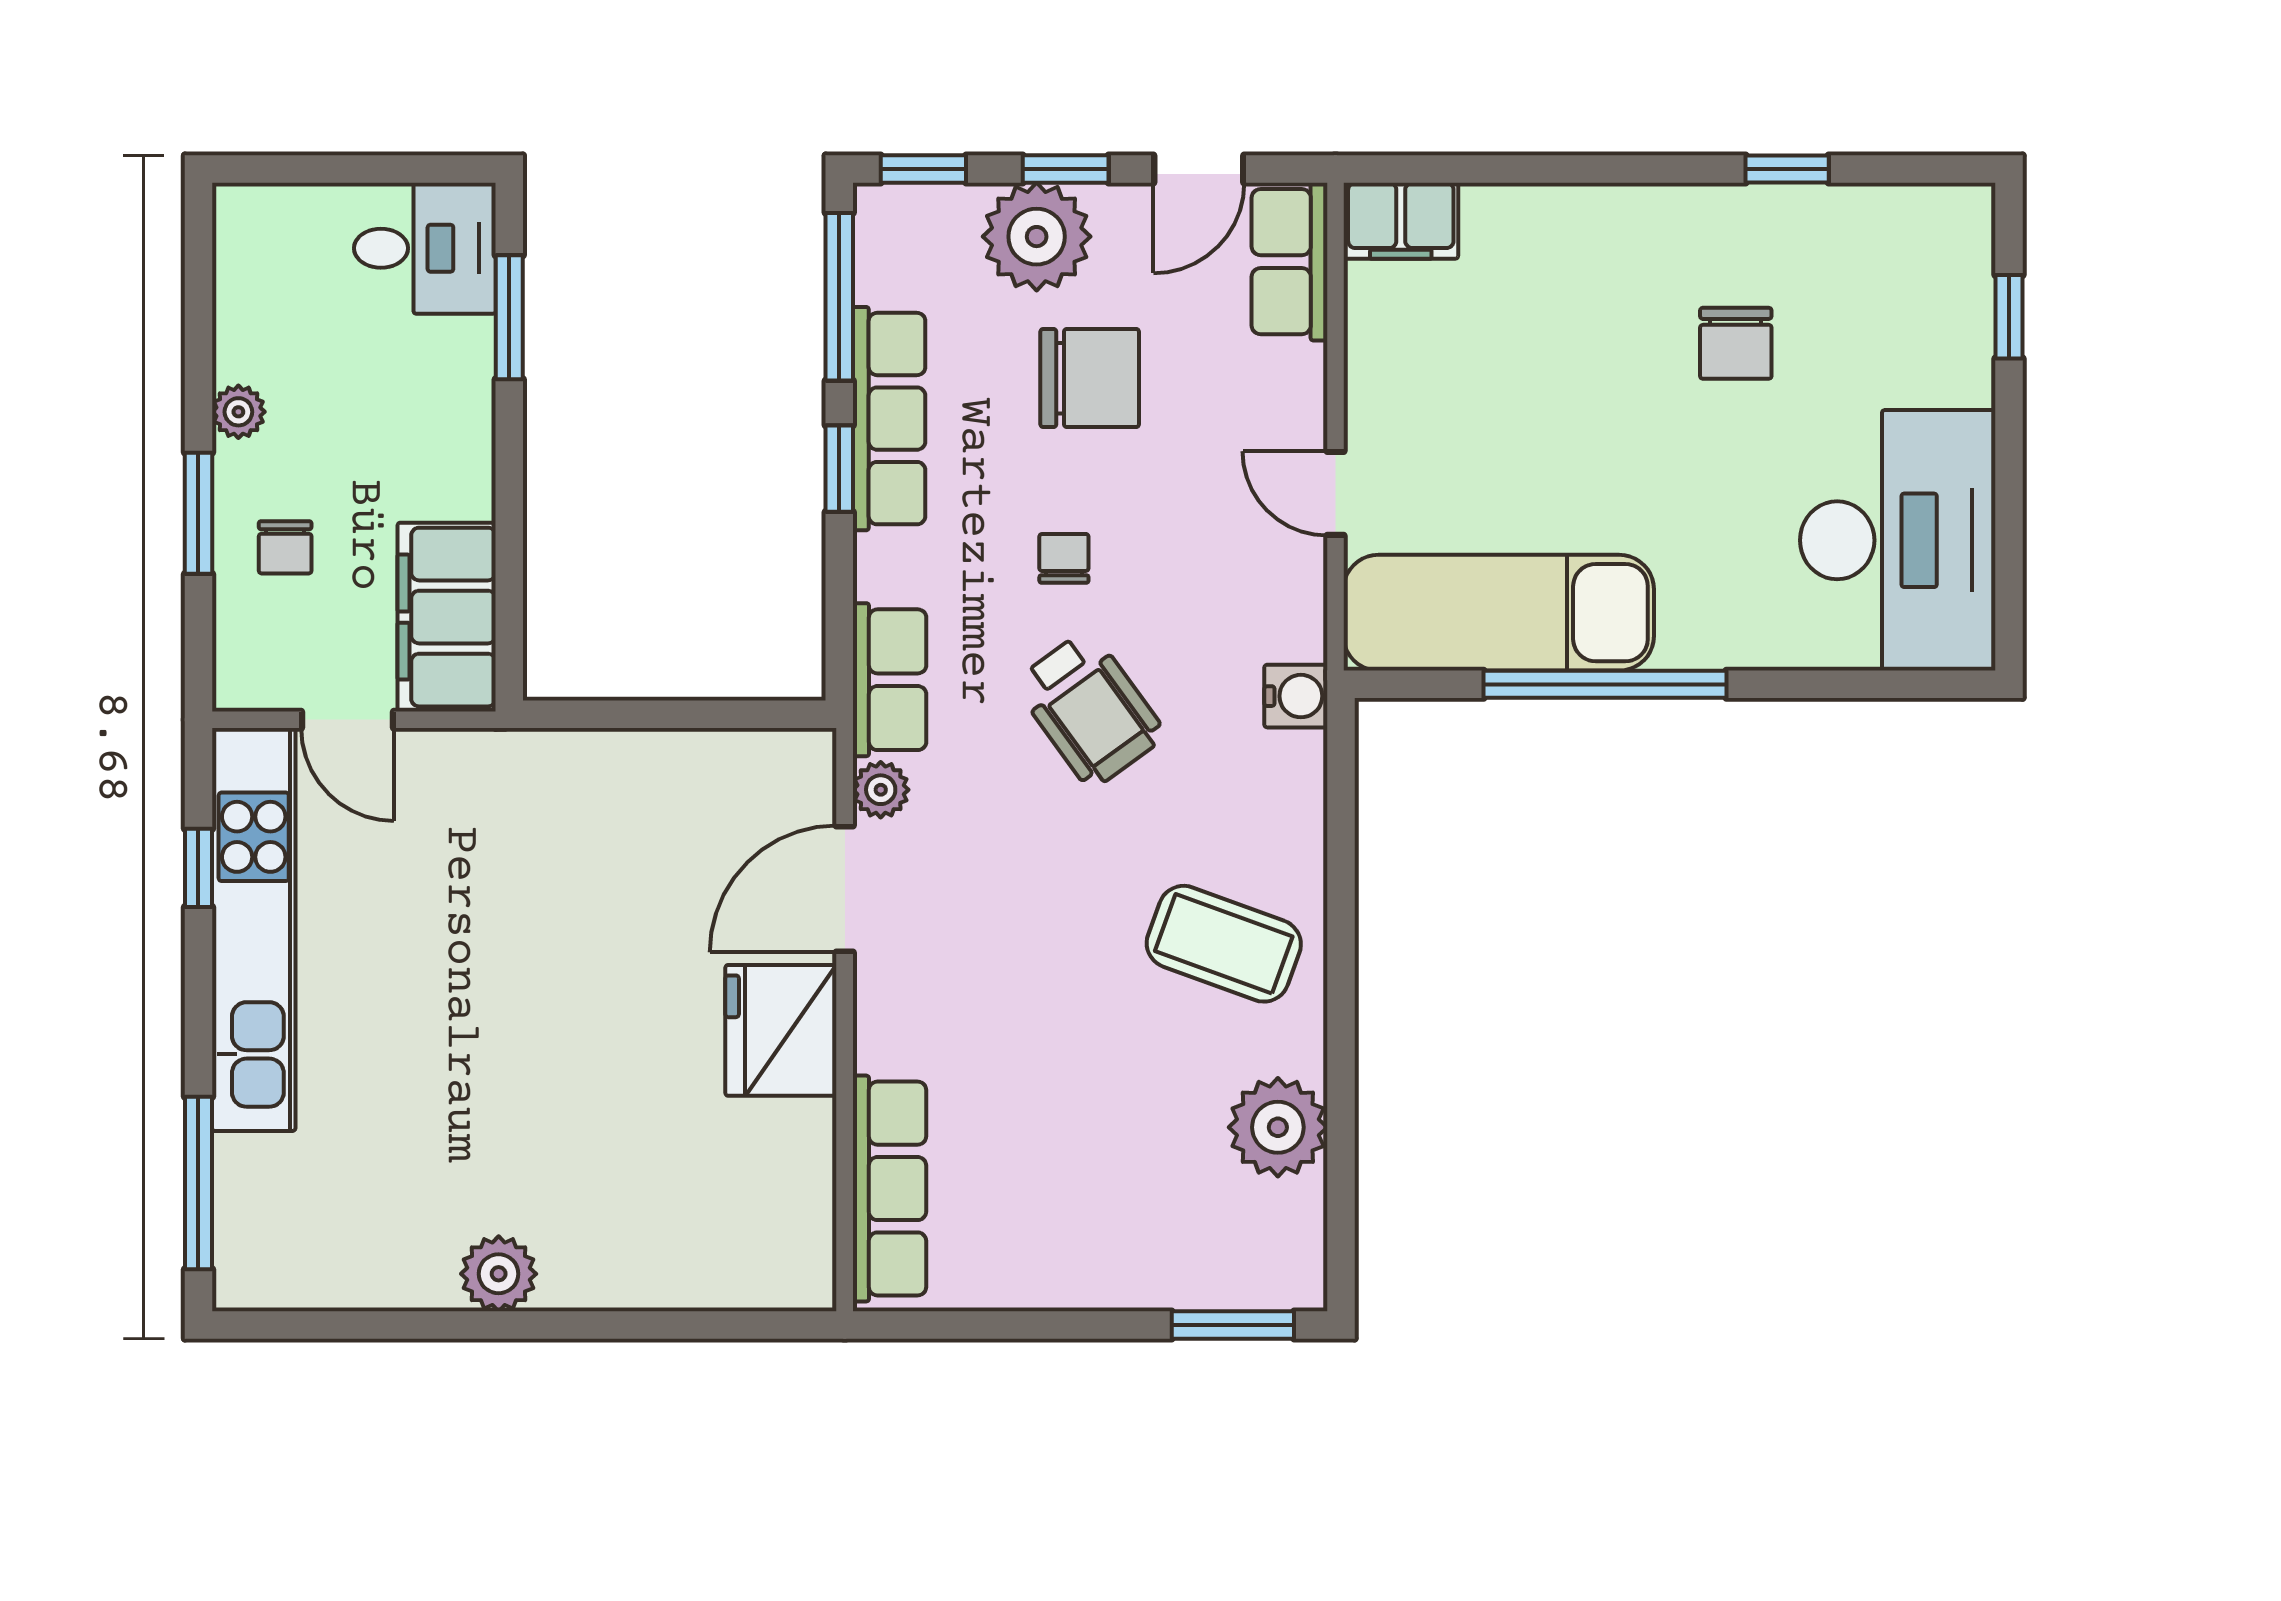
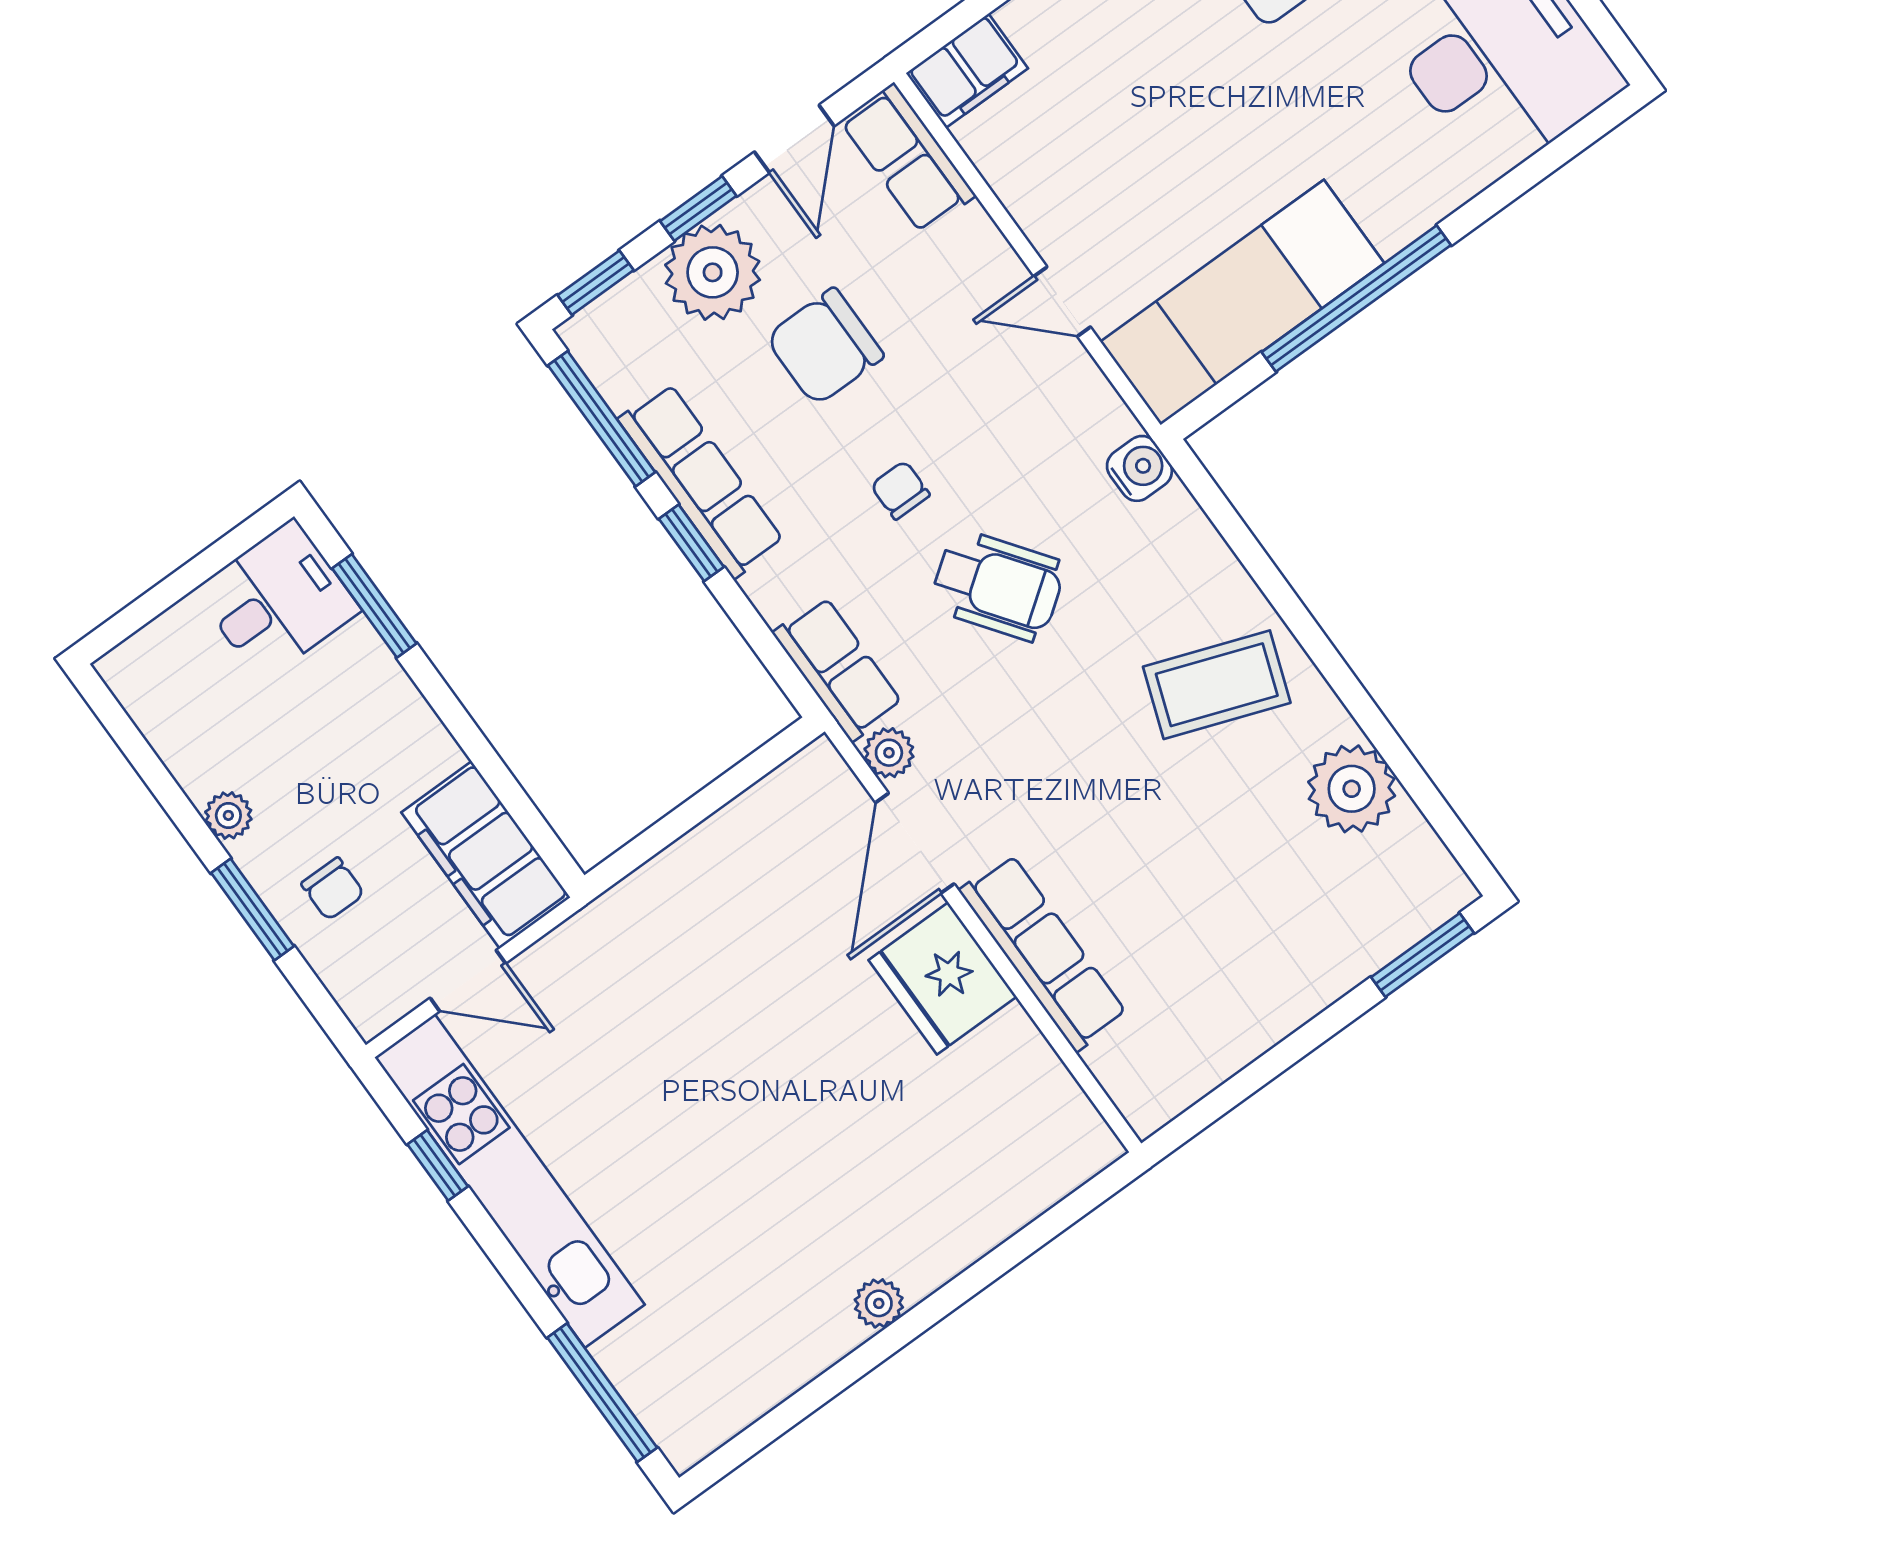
chair: (1090, 378) -> (825, 347), turned 180
row of seats: (889, 1189) -> (1043, 953), moved
plant: (499, 1274) -> (879, 1303), width x0.73, depth x0.73

